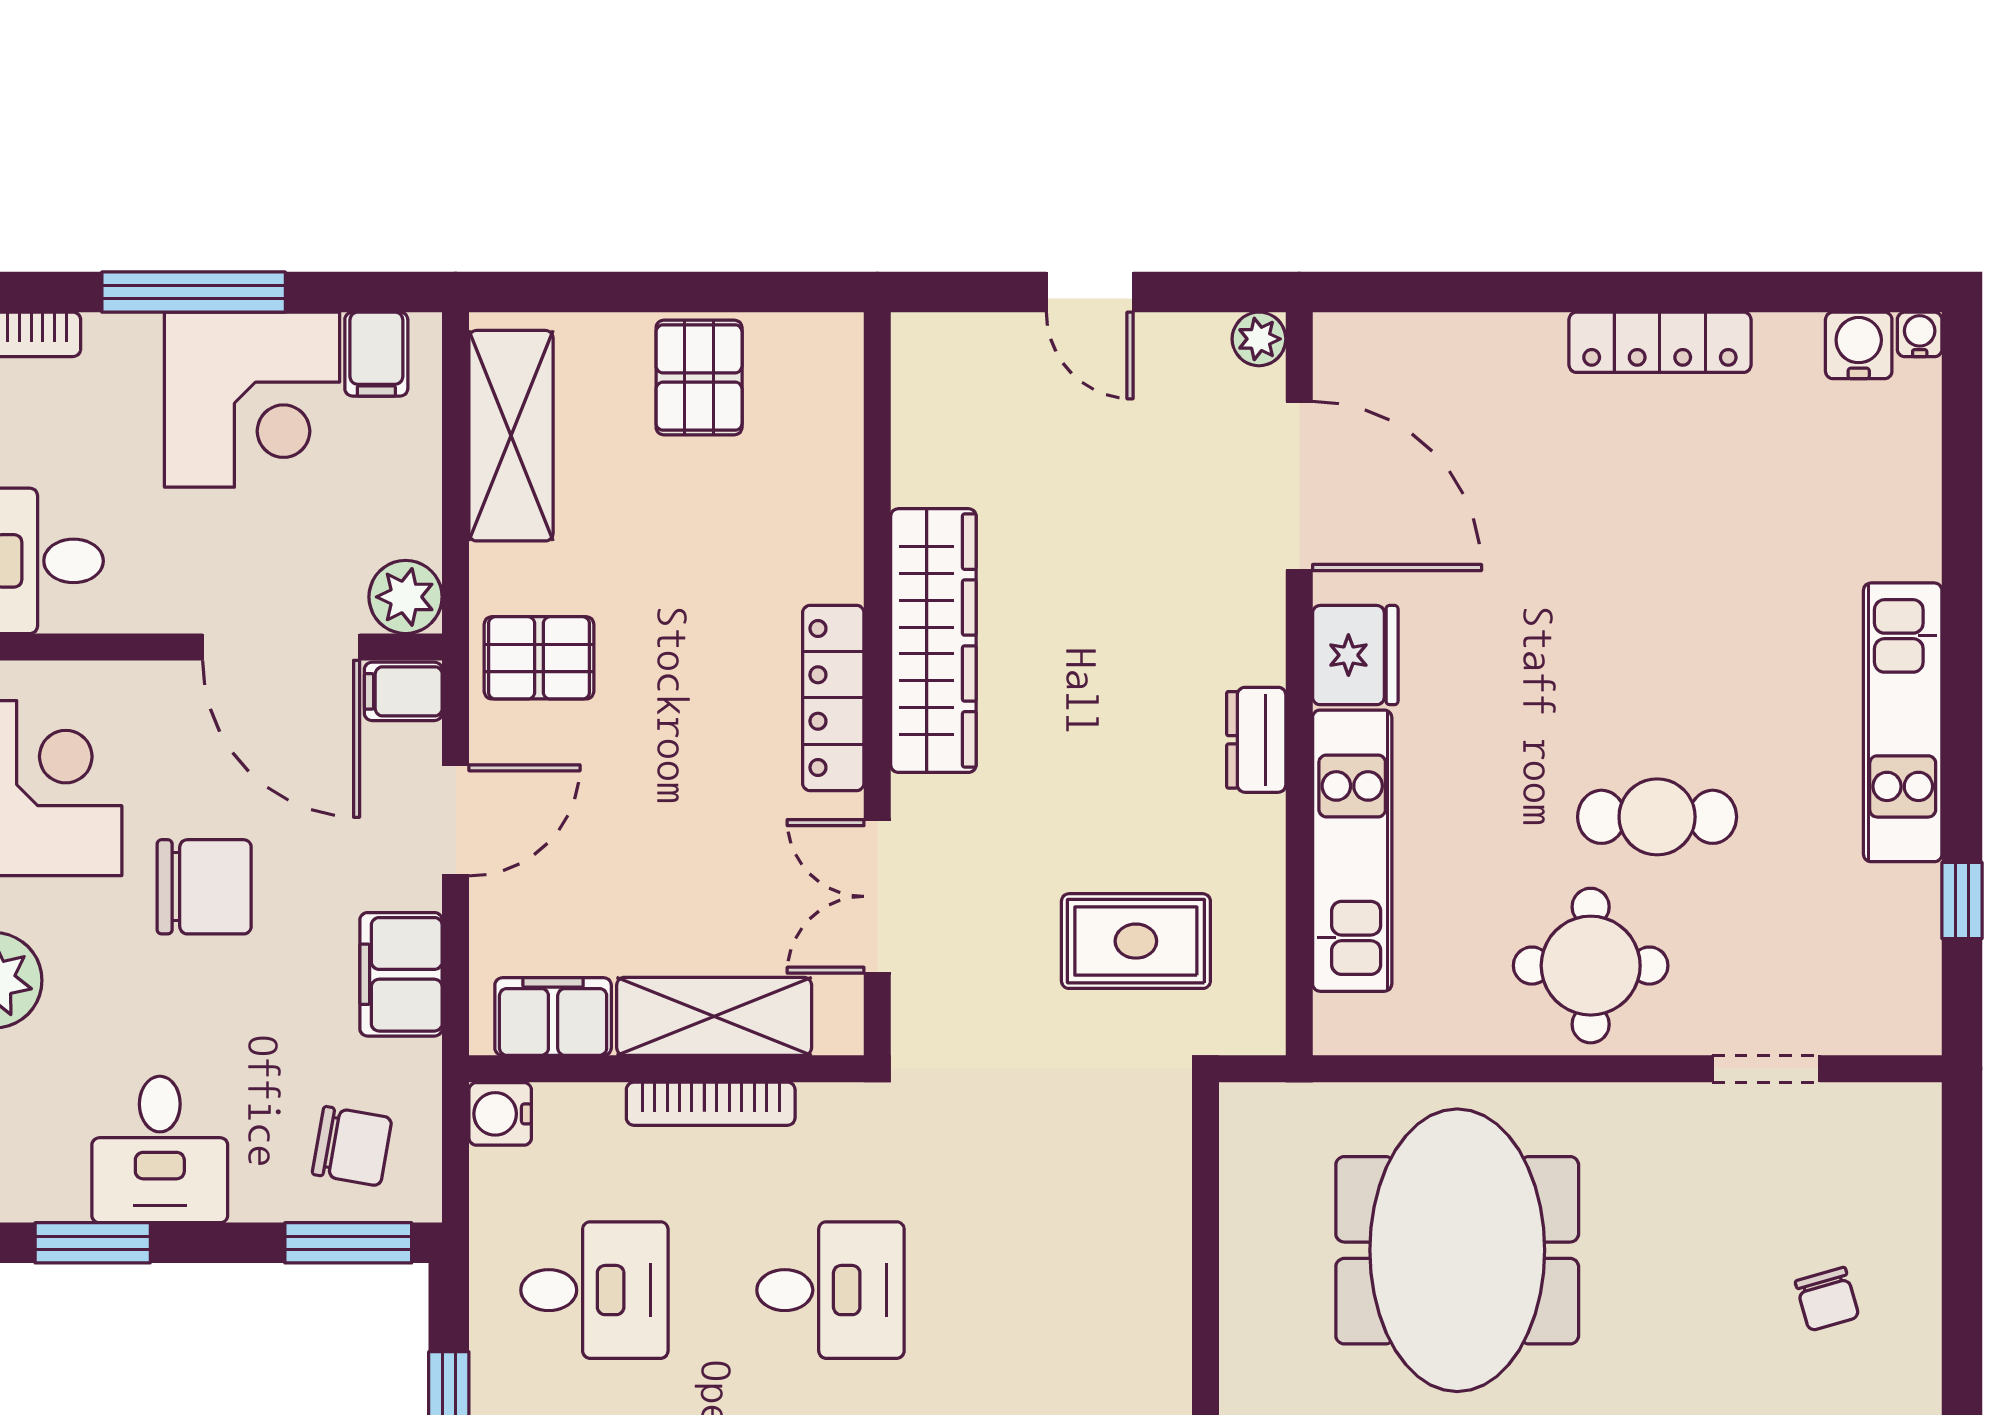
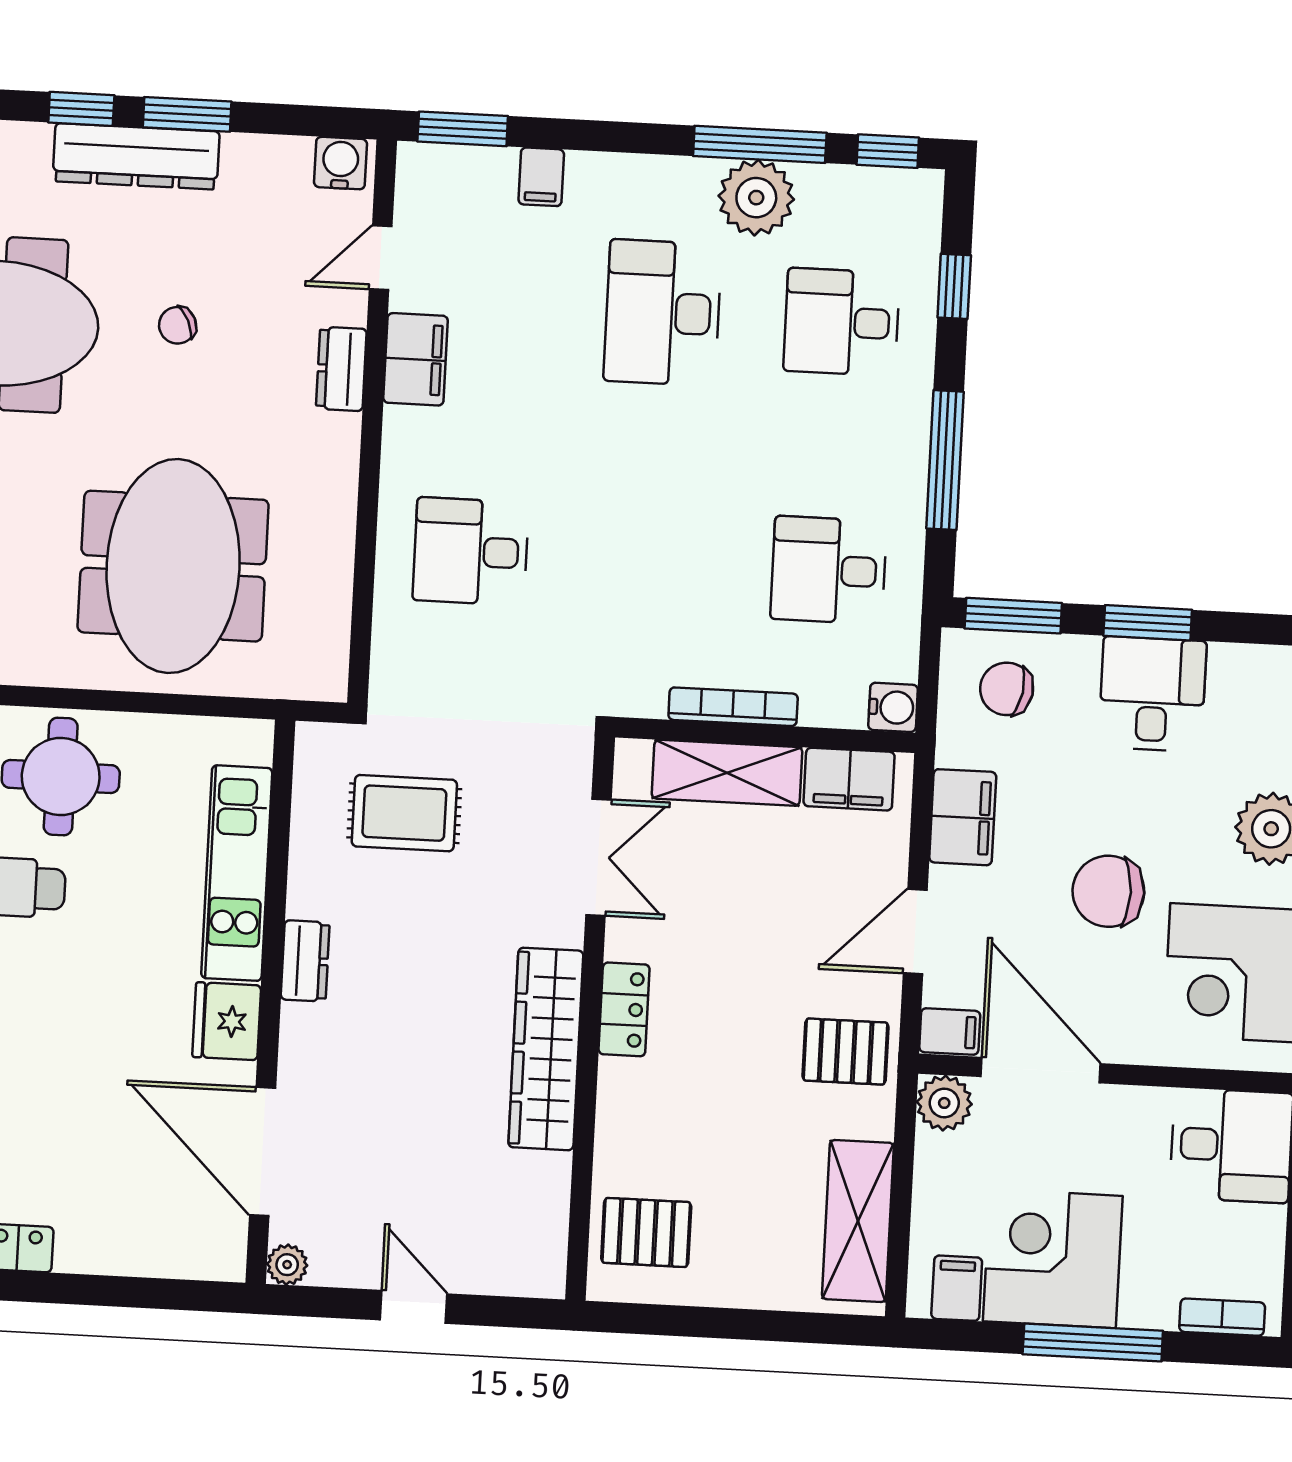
pallet: (699, 378) -> (646, 1232), moved, turned 90
locker: (833, 698) -> (624, 1009), width x0.66
window: (93, 1243) -> (1148, 623), moved
desk: (830, 1290) -> (471, 551), moved

